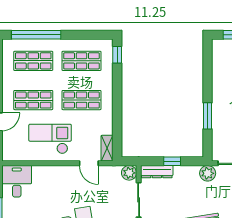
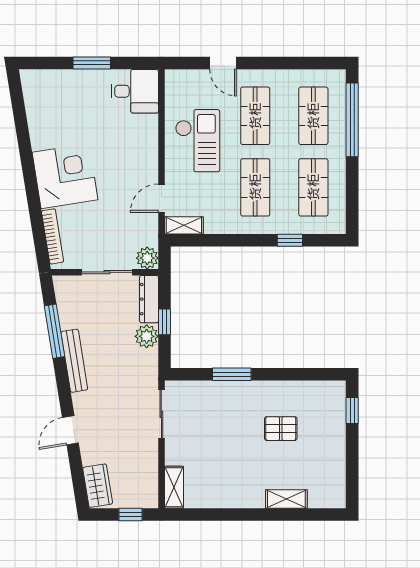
window: (117, 55) -> (290, 240), moved
plant: (208, 173) -> (147, 336), moved

